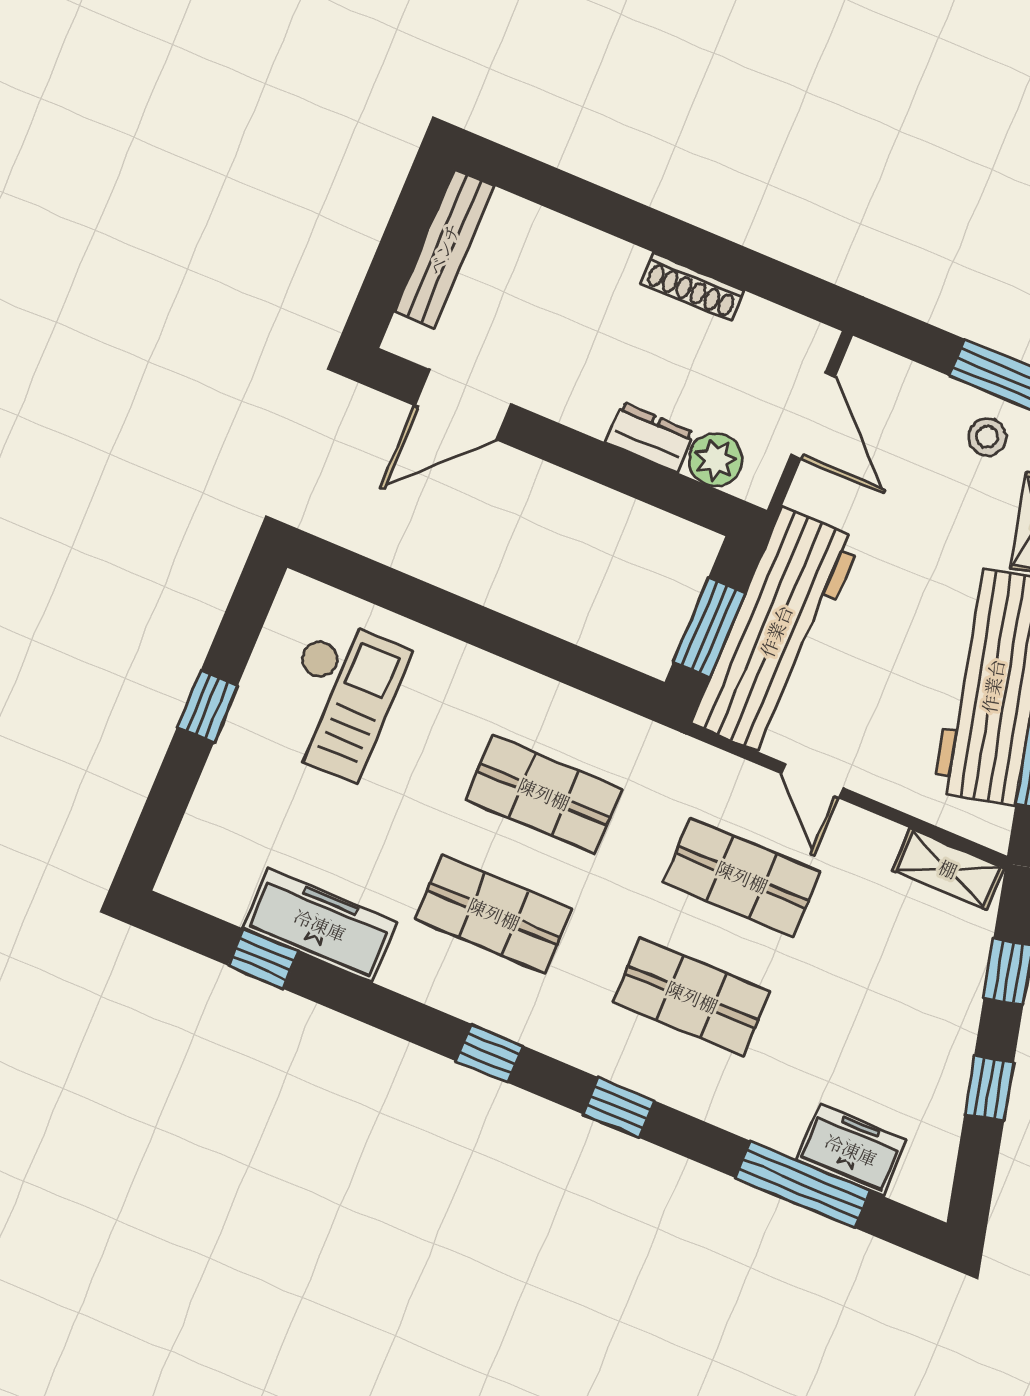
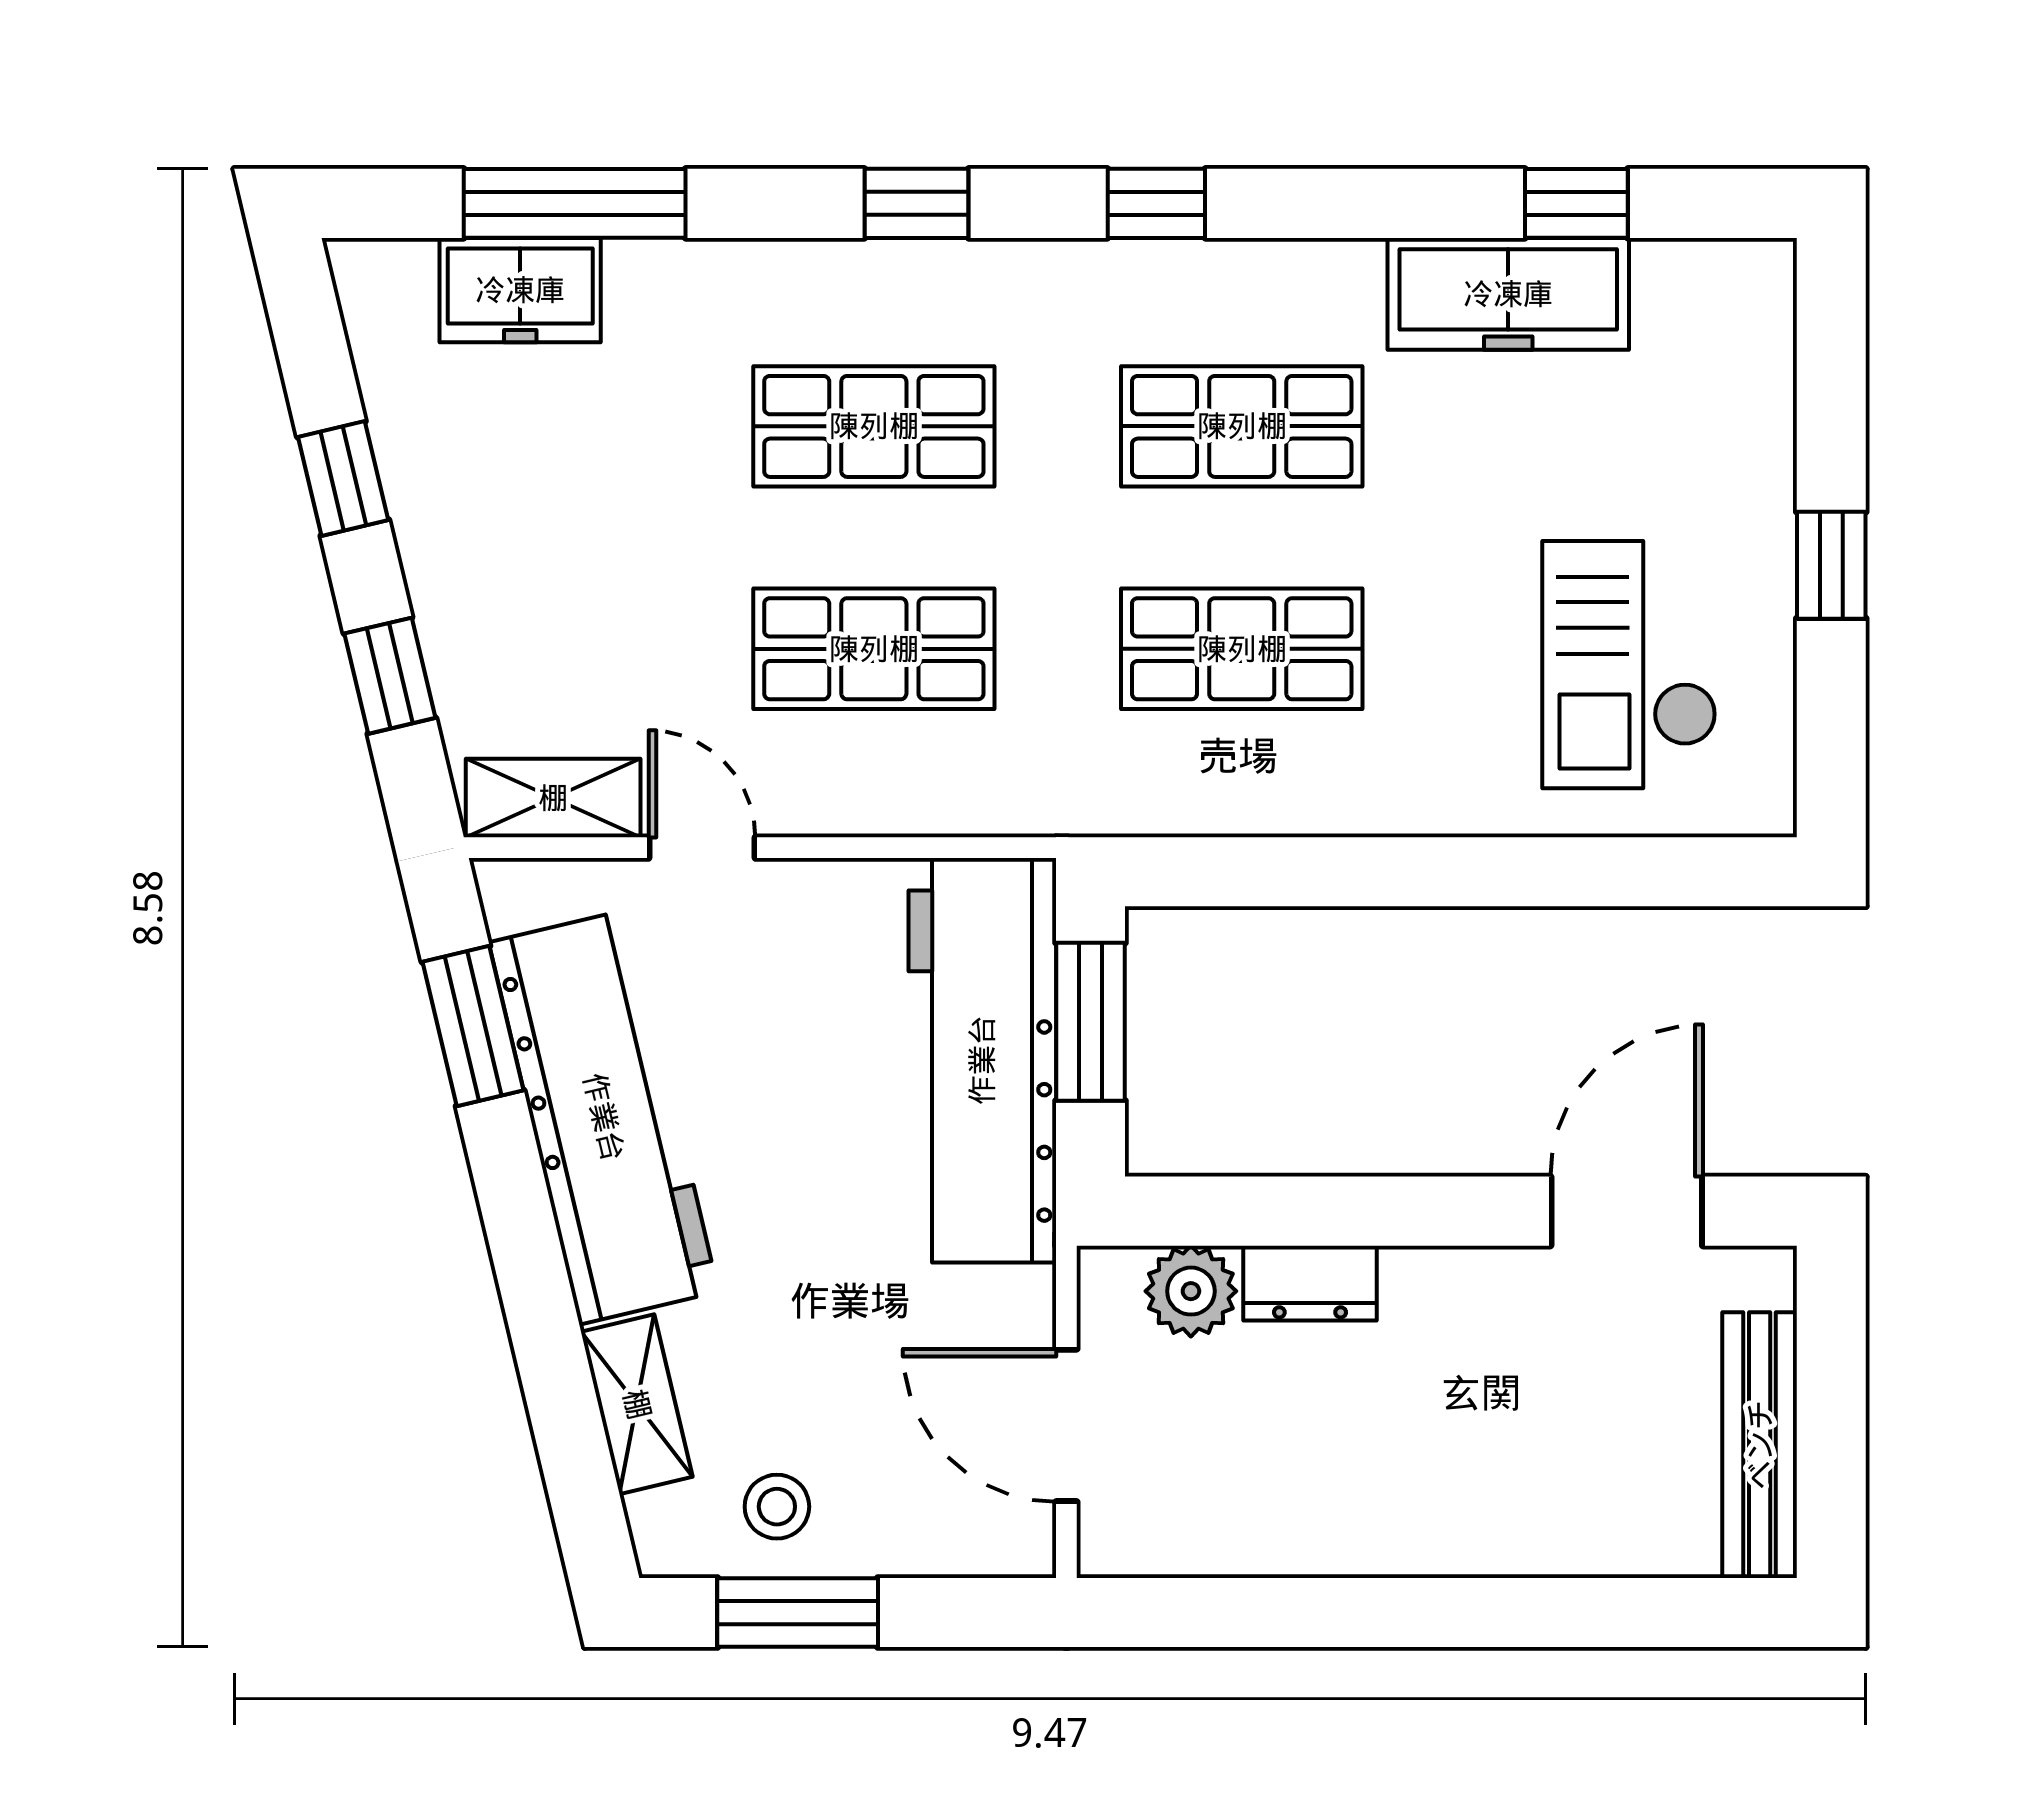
shoe rack: (692, 287) -> (1342, 1549), removed
door: (812, 781) -> (702, 848), moved

